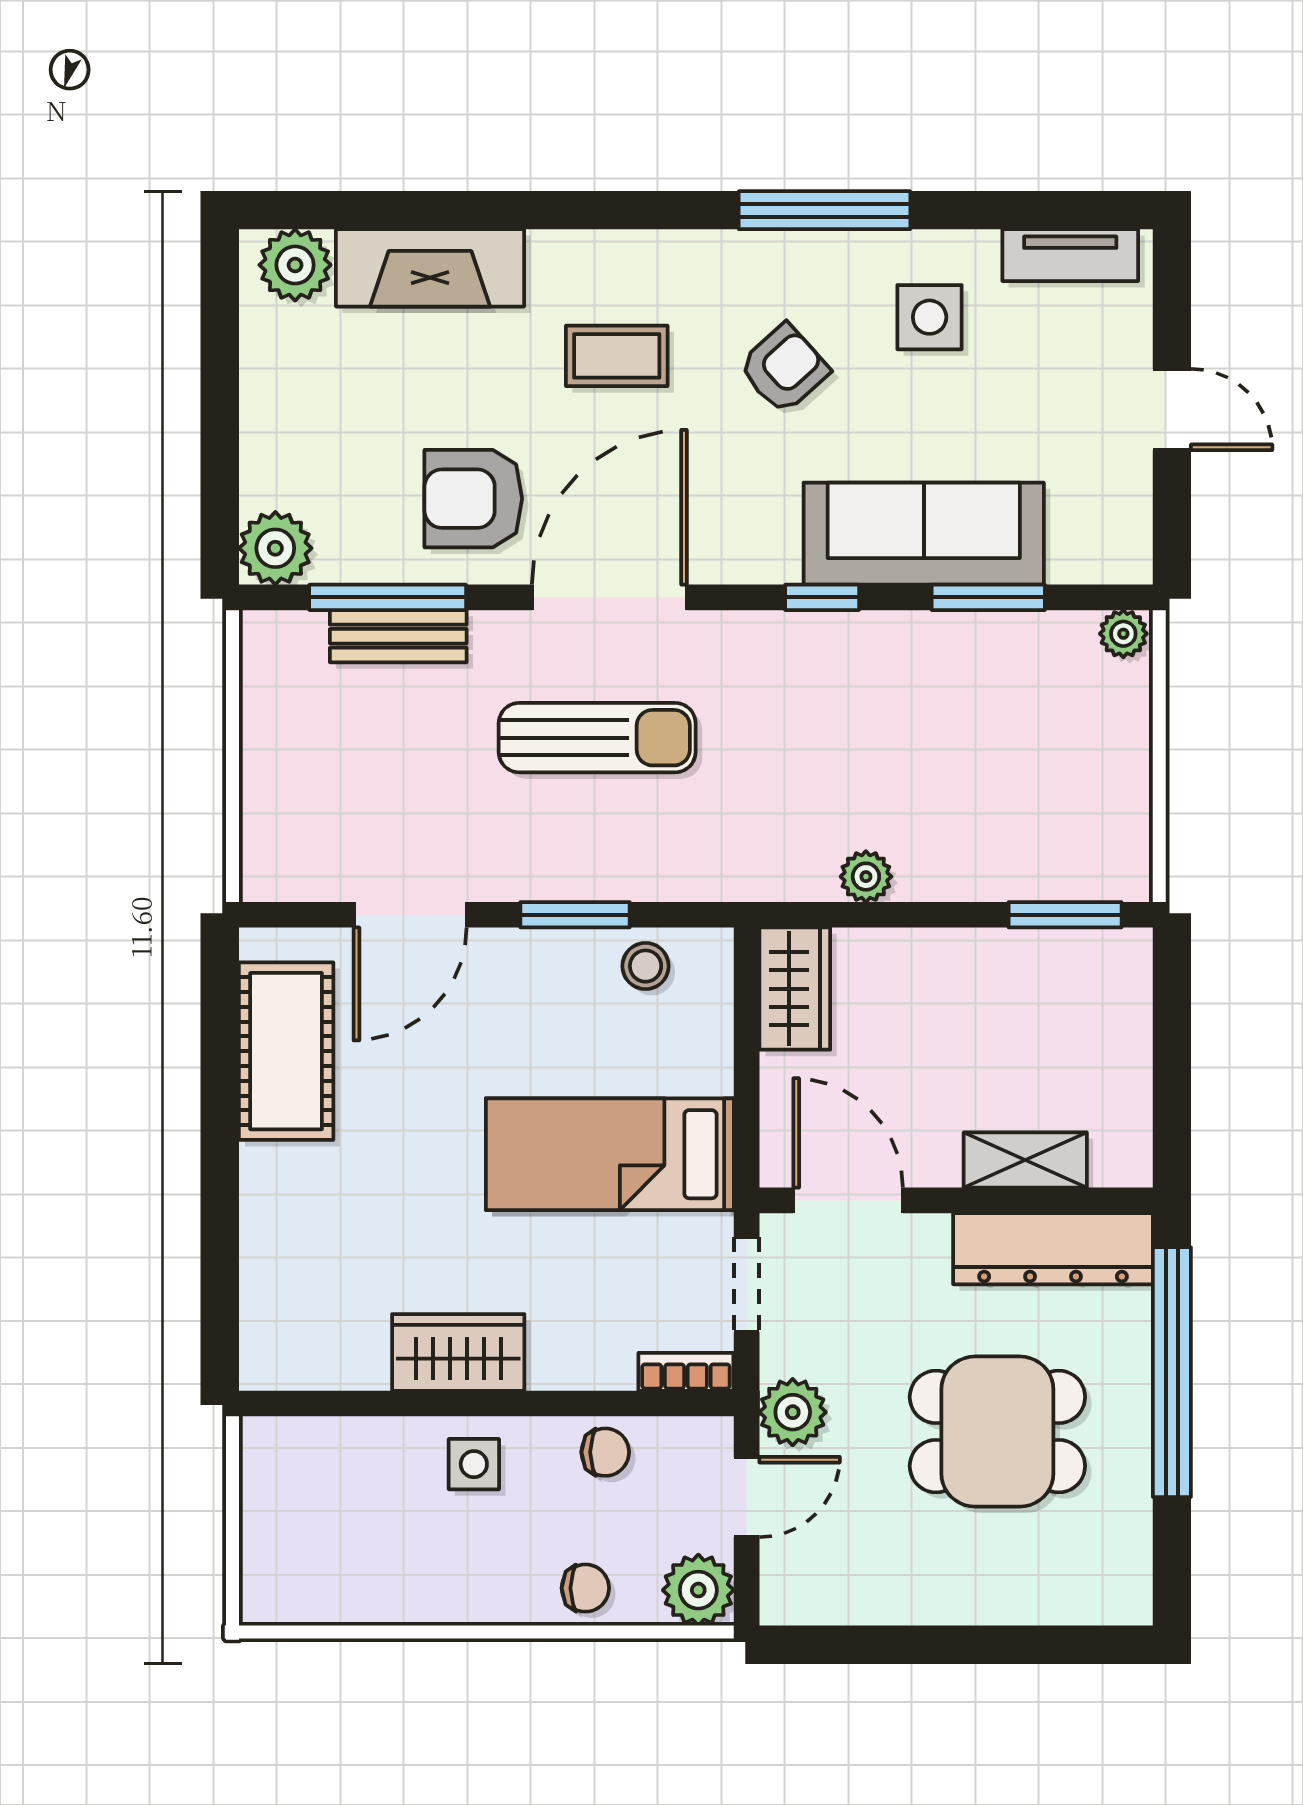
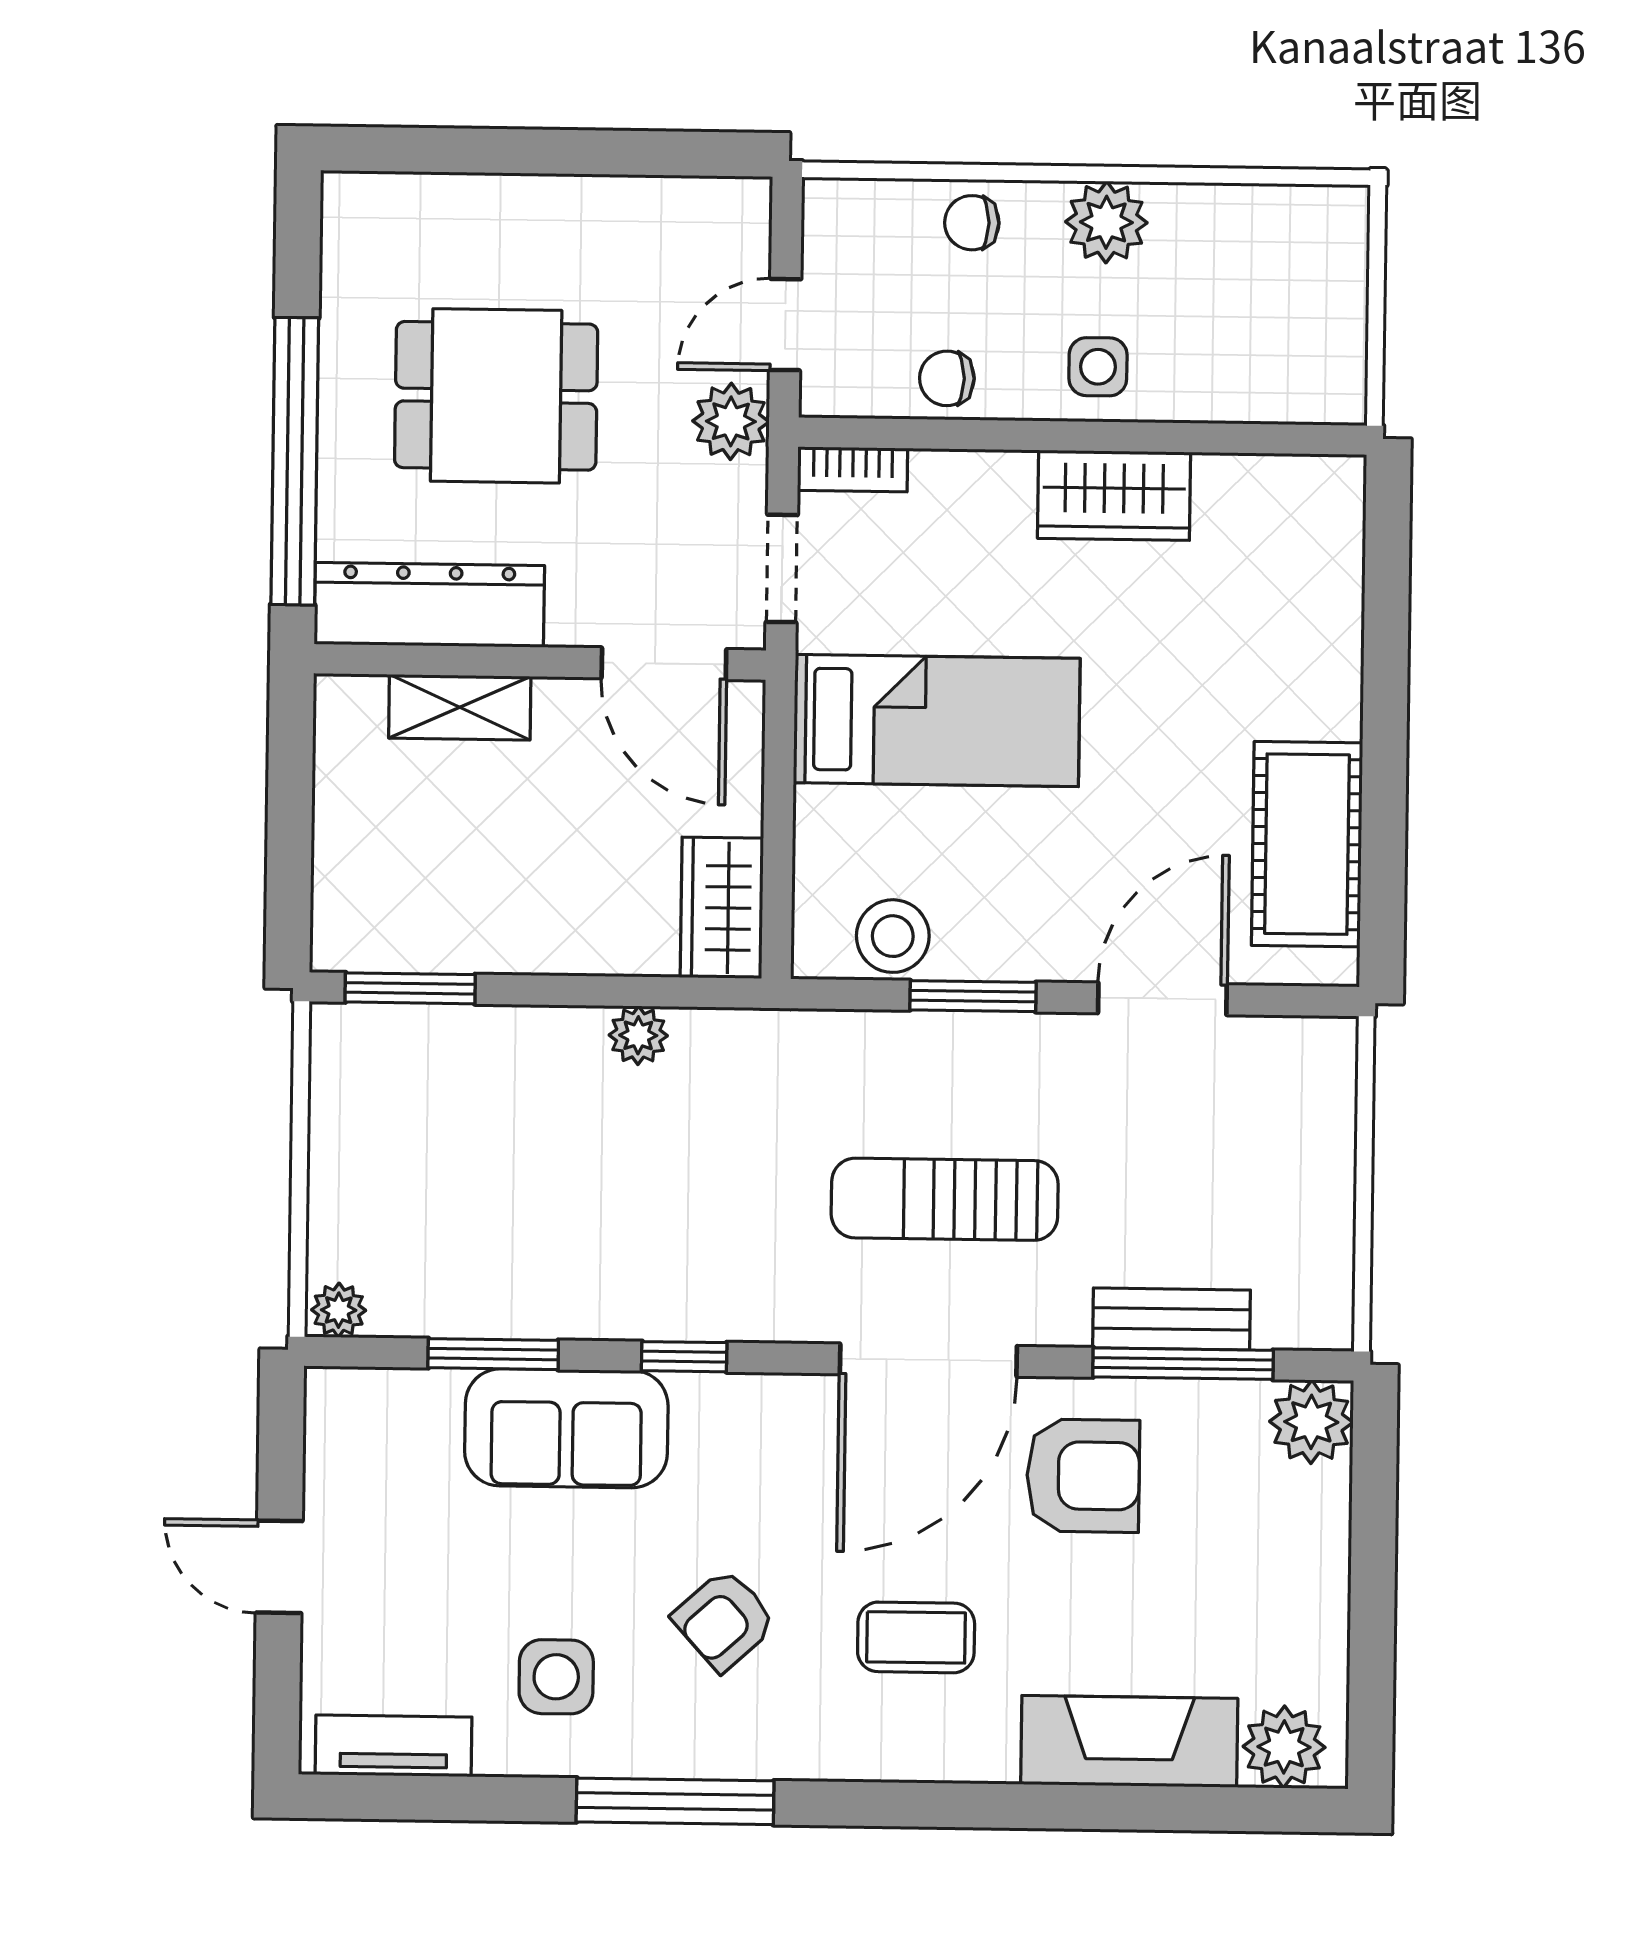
sofa: (924, 534) -> (566, 1428), width x0.73
stool: (646, 966) -> (893, 936), width x1.37, depth x1.37
plant: (698, 1590) -> (1106, 222), moved

